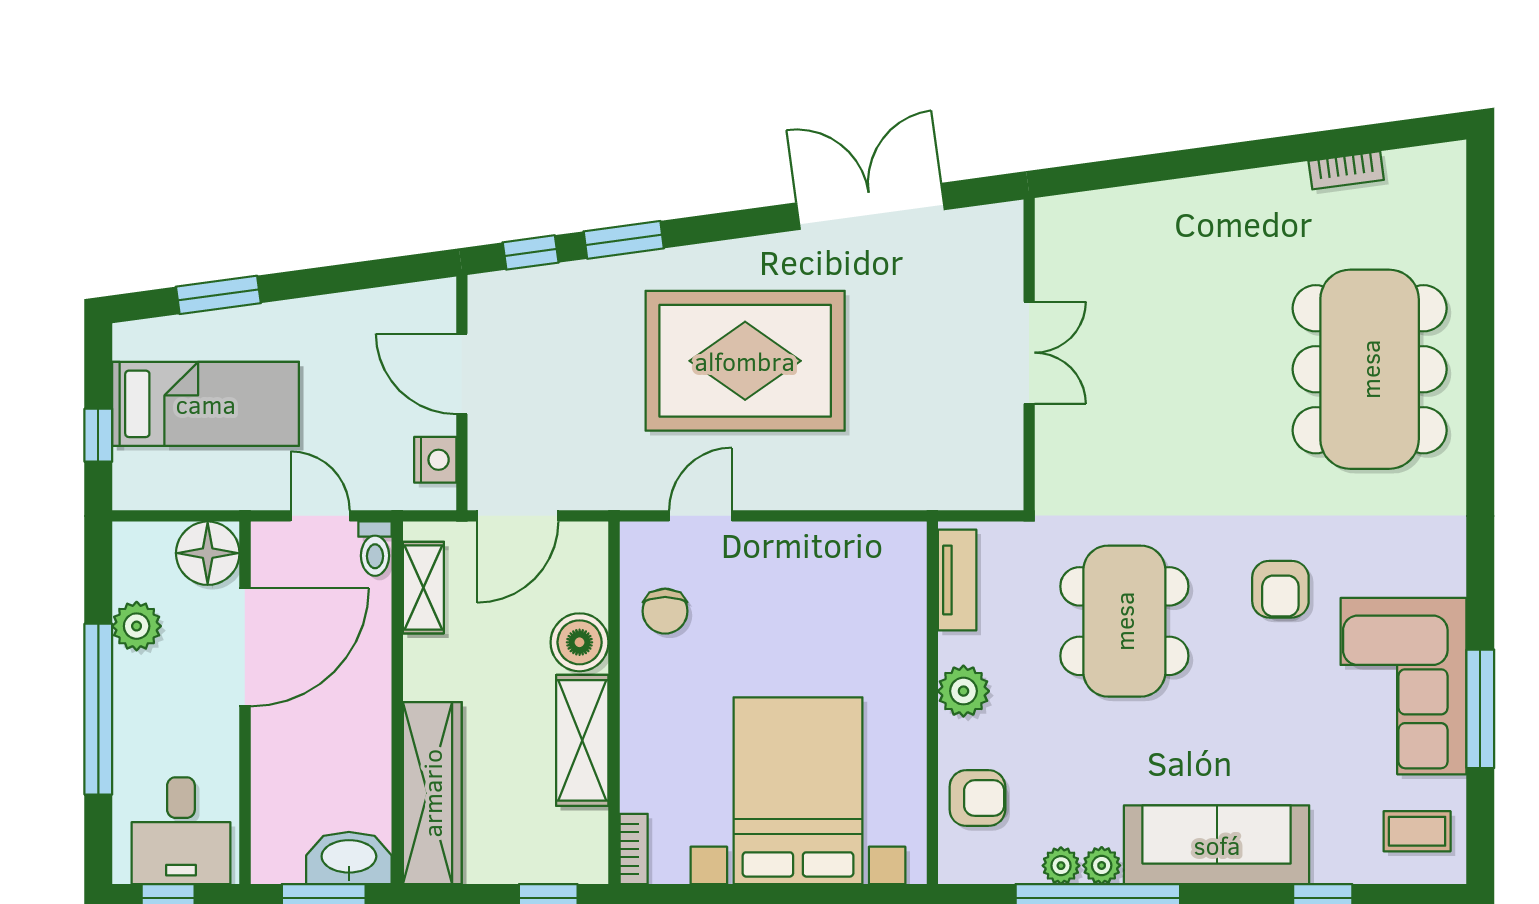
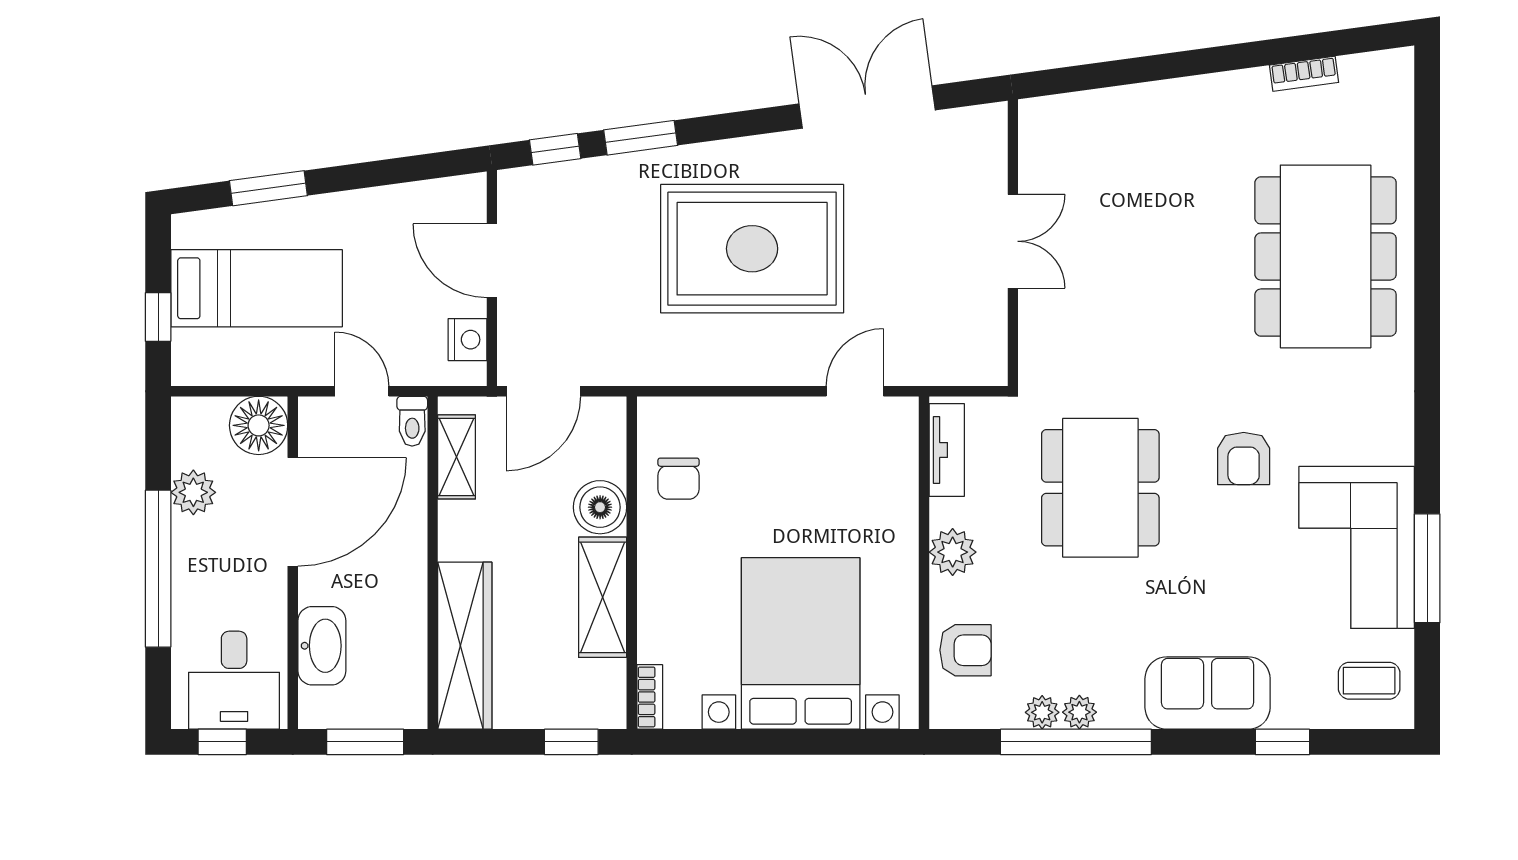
door: (700, 516) -> (855, 391), moved
sofa: (1217, 845) -> (1208, 693), width x0.73
washbasin: (349, 858) -> (322, 646), moved, turned 90

